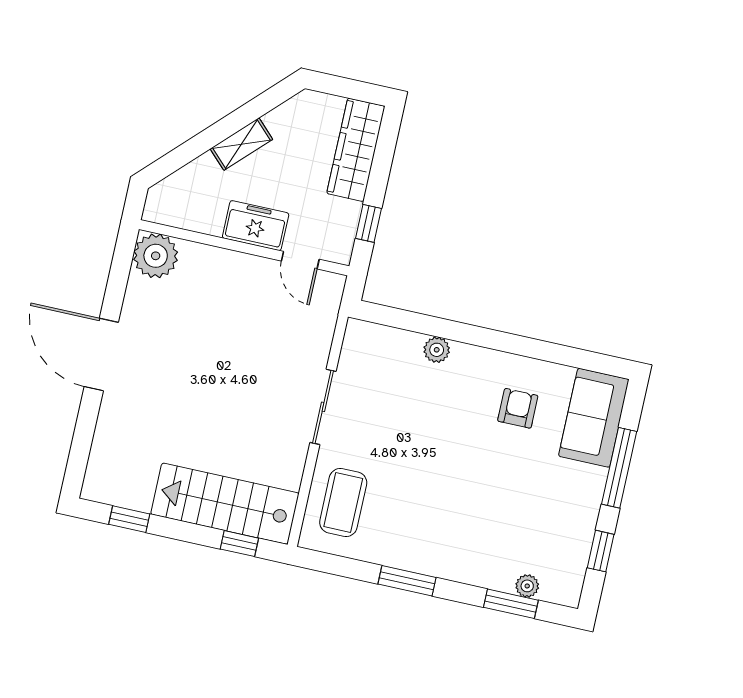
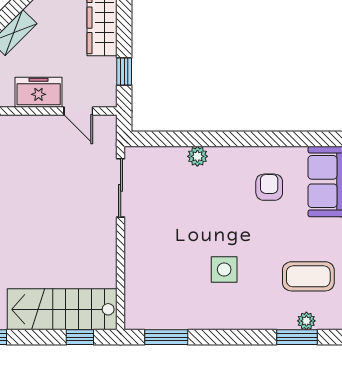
sliding door: (323, 407) -> (121, 188), moved
side table: (439, 499) -> (224, 269), added
coffee table: (343, 502) -> (308, 276), moved, turned 90
window: (407, 581) -> (166, 337), moved

